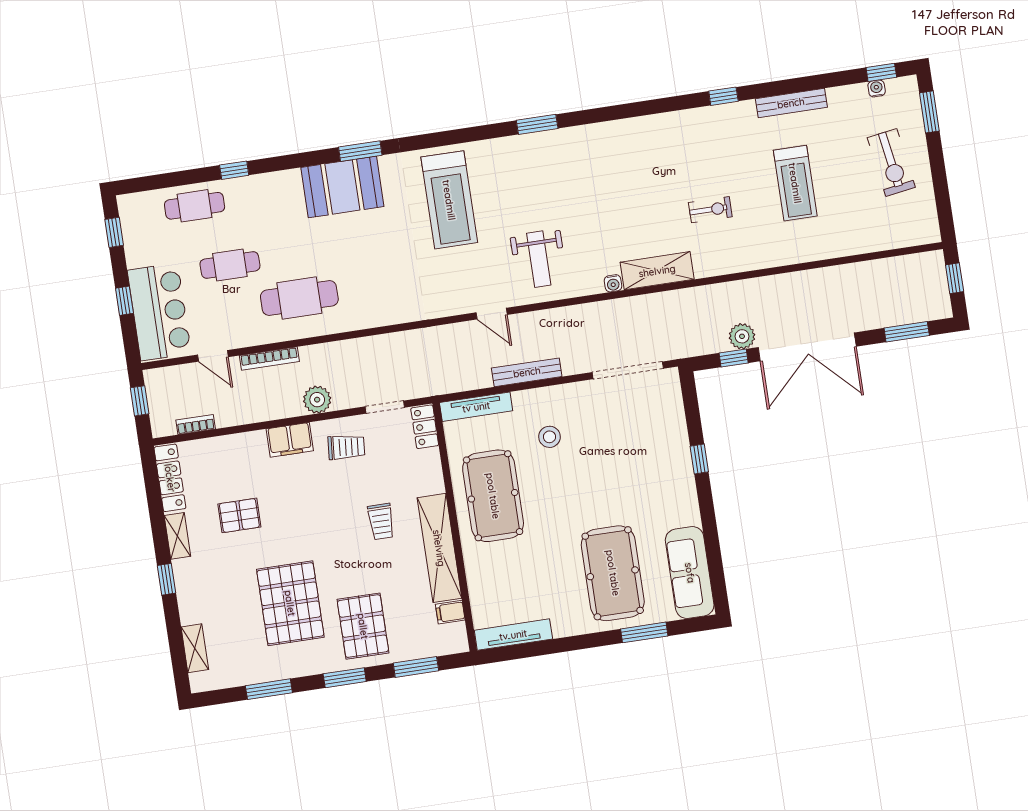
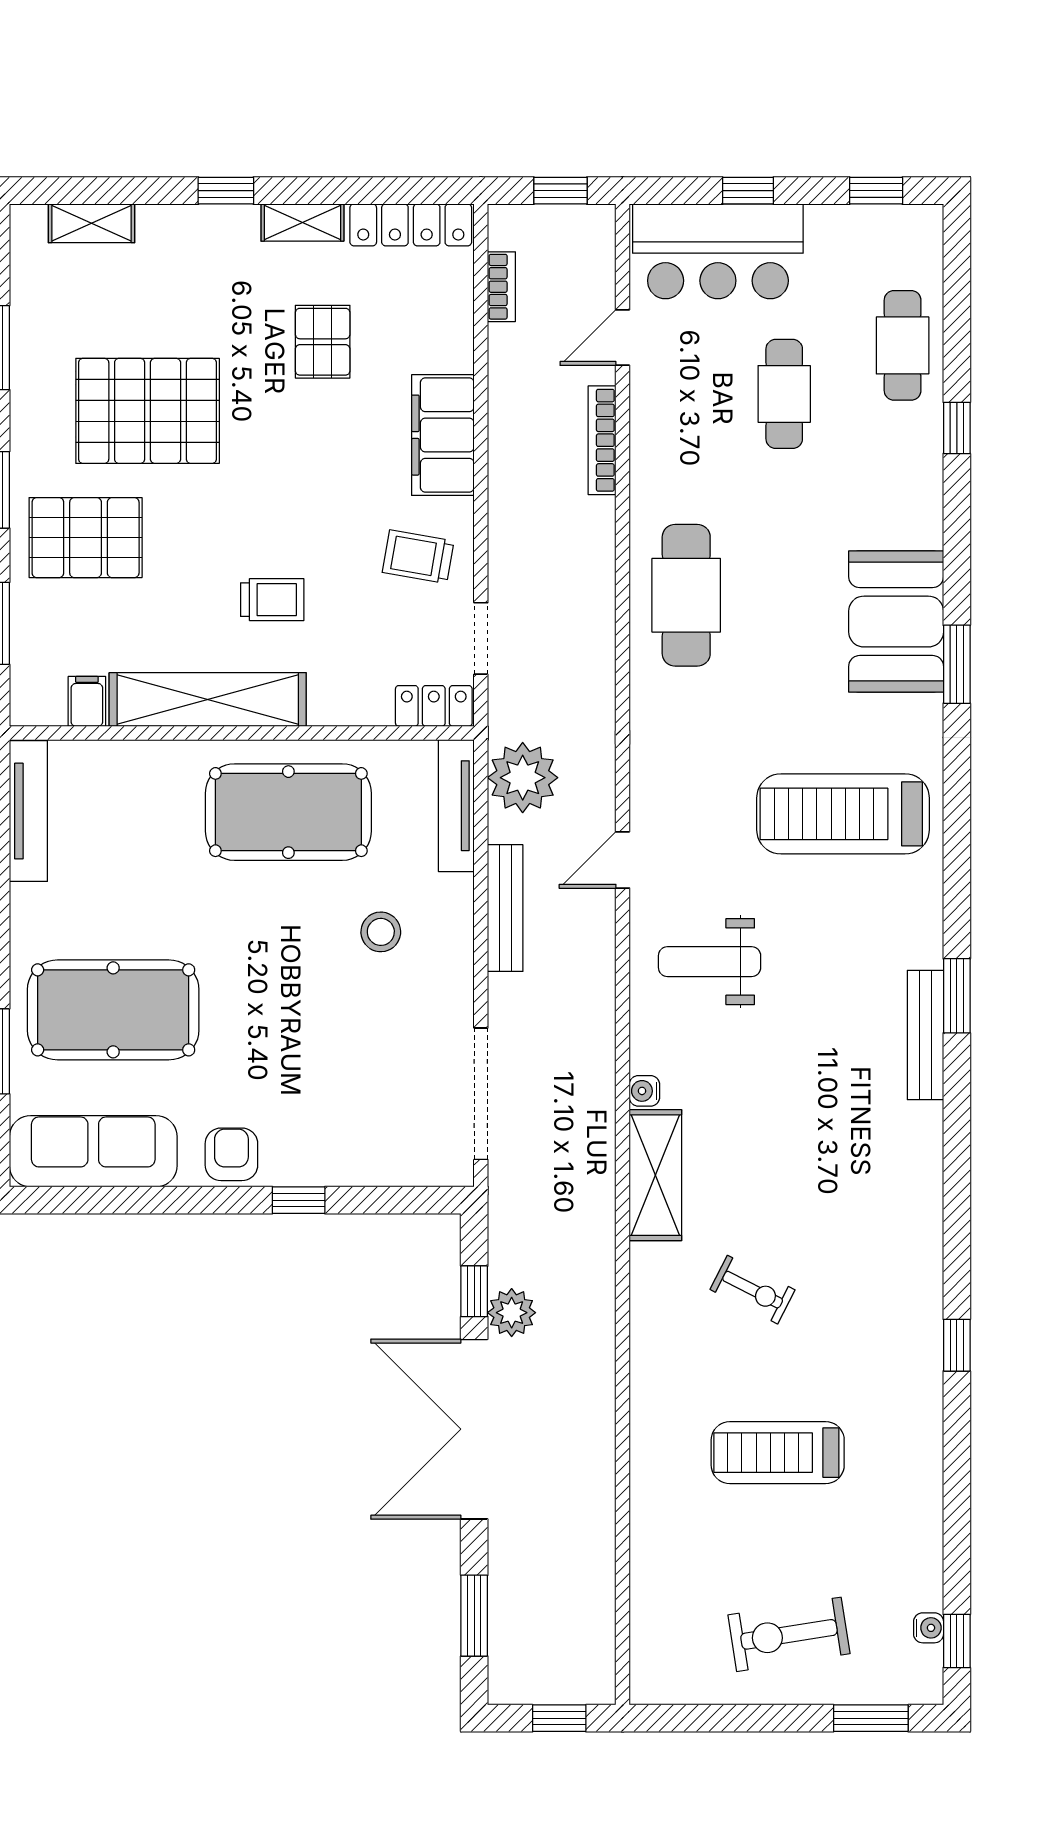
bench: (791, 103) -> (925, 1035), moved
exercise bike: (710, 210) -> (753, 1290), turned -63
cafe table: (299, 298) -> (686, 595), moved
plant: (317, 400) -> (523, 778), moved, width x1.36, depth x1.36
filing cabinet: (290, 440) -> (443, 435), width x1.50, depth x1.17
trolley: (346, 447) -> (418, 557), turned 95
armchair: (680, 499) -> (231, 1154), added
trolley: (381, 522) -> (272, 600), turned 180

